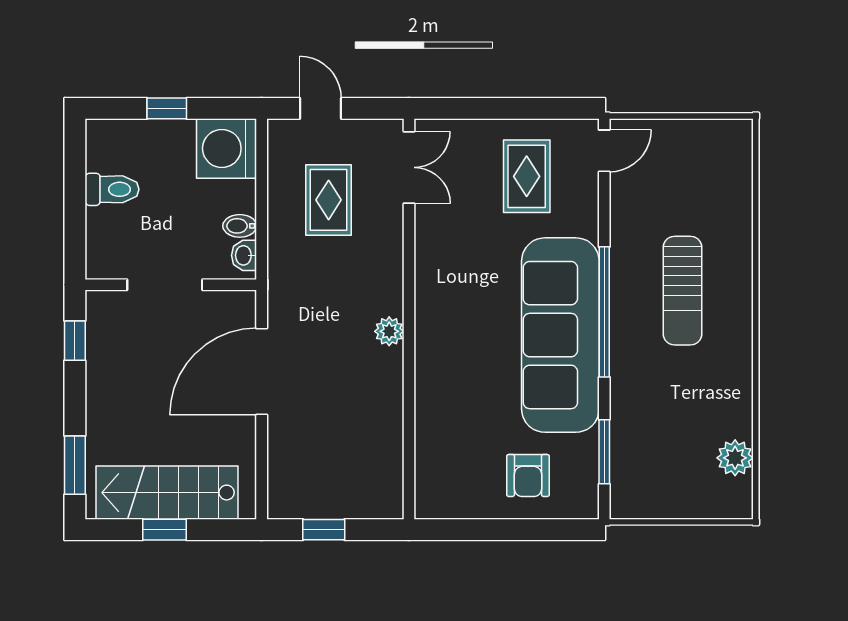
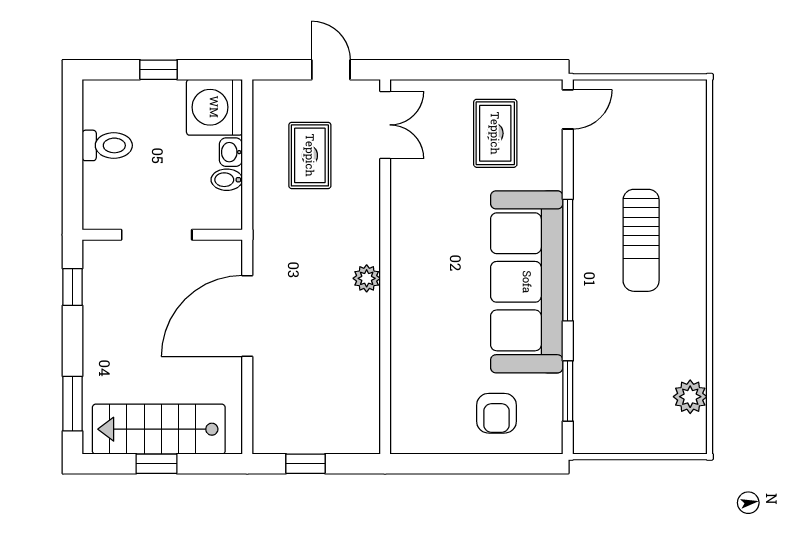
door: (320, 108) -> (331, 70), moved
washbasin: (244, 255) -> (231, 152), moved

